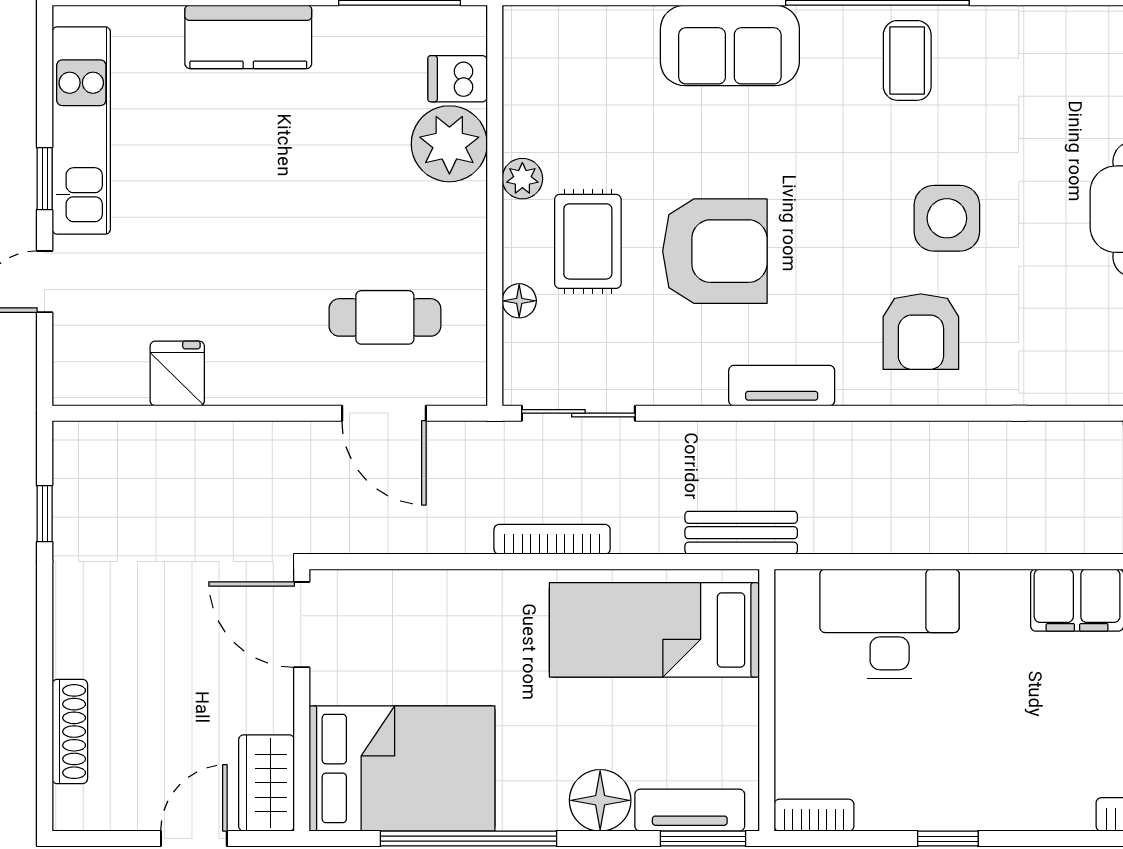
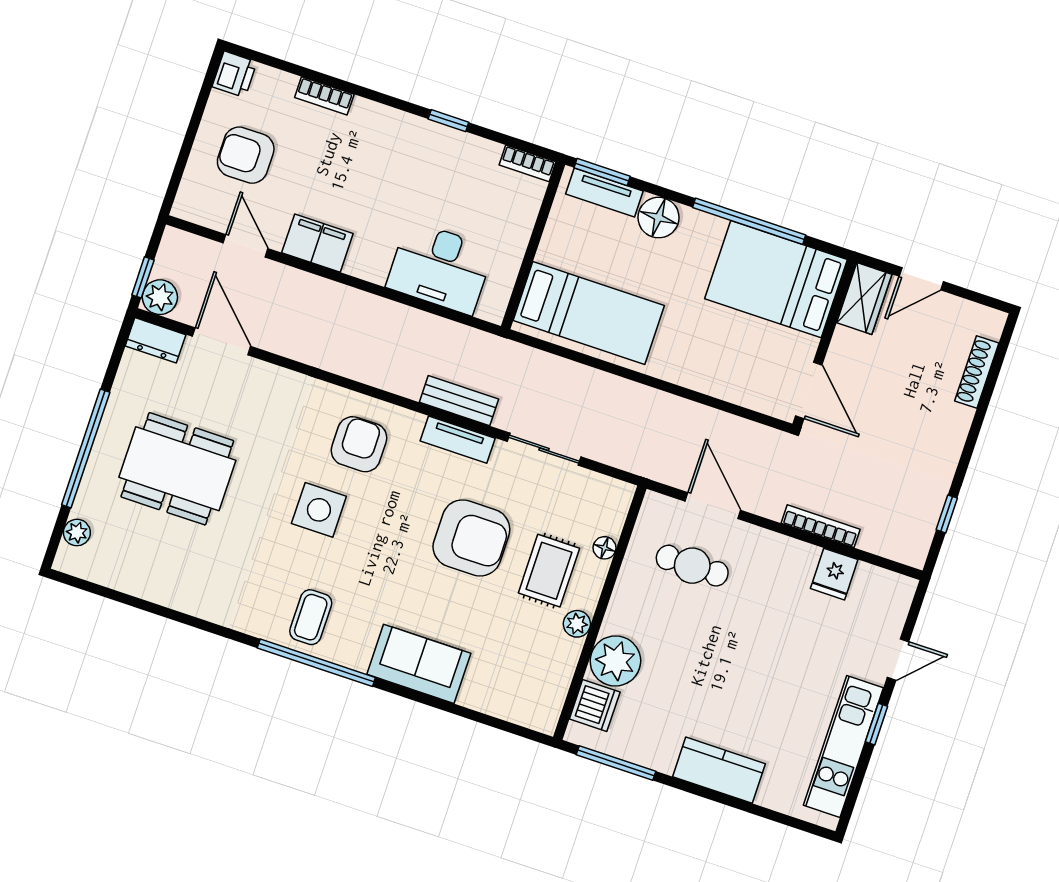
dishwasher: (458, 79) -> (595, 706), width x1.38
armchair: (715, 251) -> (471, 538), turned 180
sliding door: (578, 413) -> (544, 449), moved
bench: (741, 533) -> (459, 401), moved
bookcase: (552, 539) -> (821, 526), moved, turned 180

